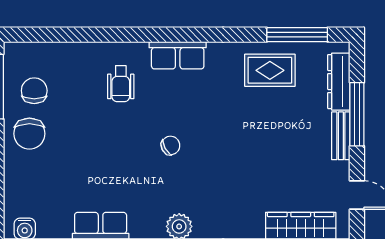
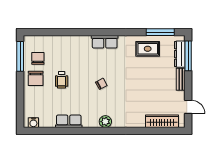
wheelchair: (121, 84) -> (62, 80), moved
window: (357, 114) -> (188, 56), moved

